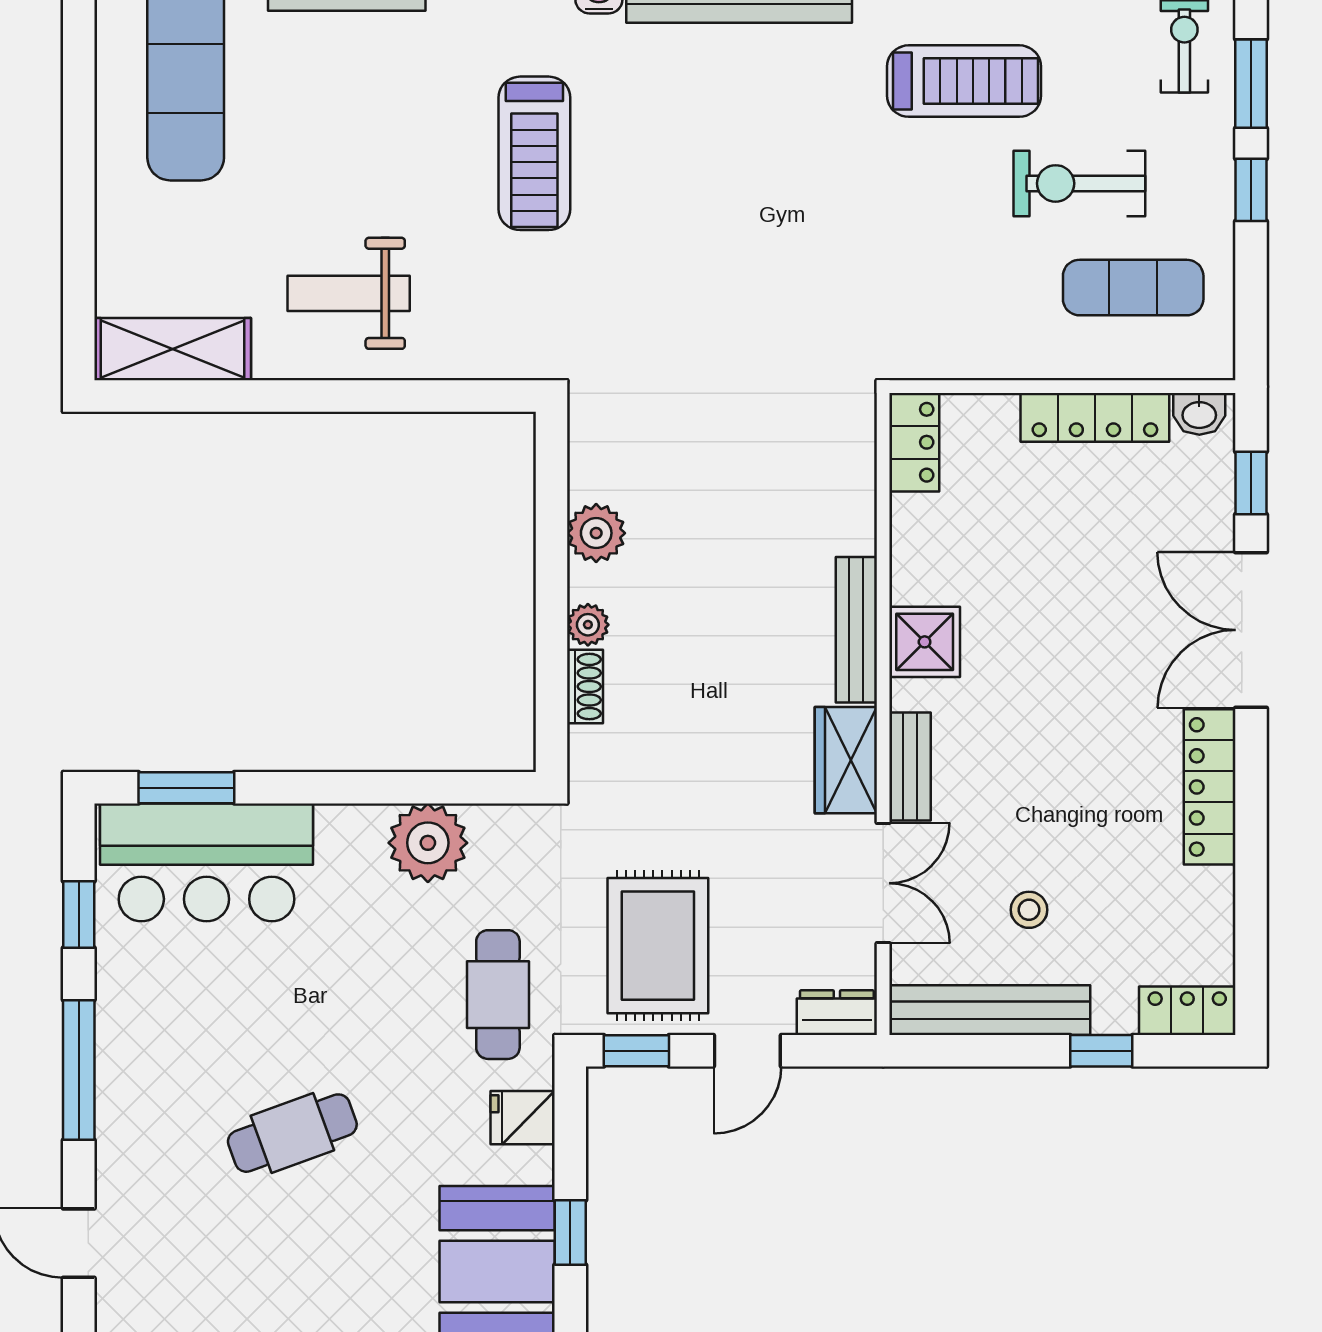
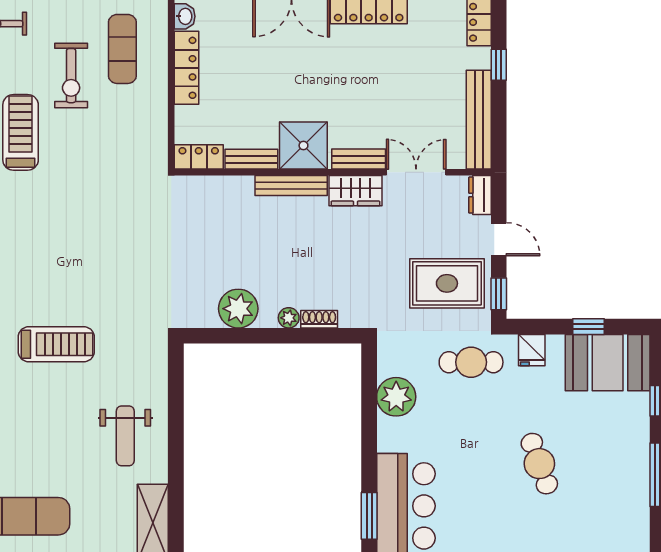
plant: (596, 533) -> (238, 309), width x1.36, depth x1.36
bench: (910, 549) -> (251, 159), added
shower: (925, 642) -> (303, 145), width x1.36, depth x1.36
stool: (1029, 910) -> (429, 100), removed

